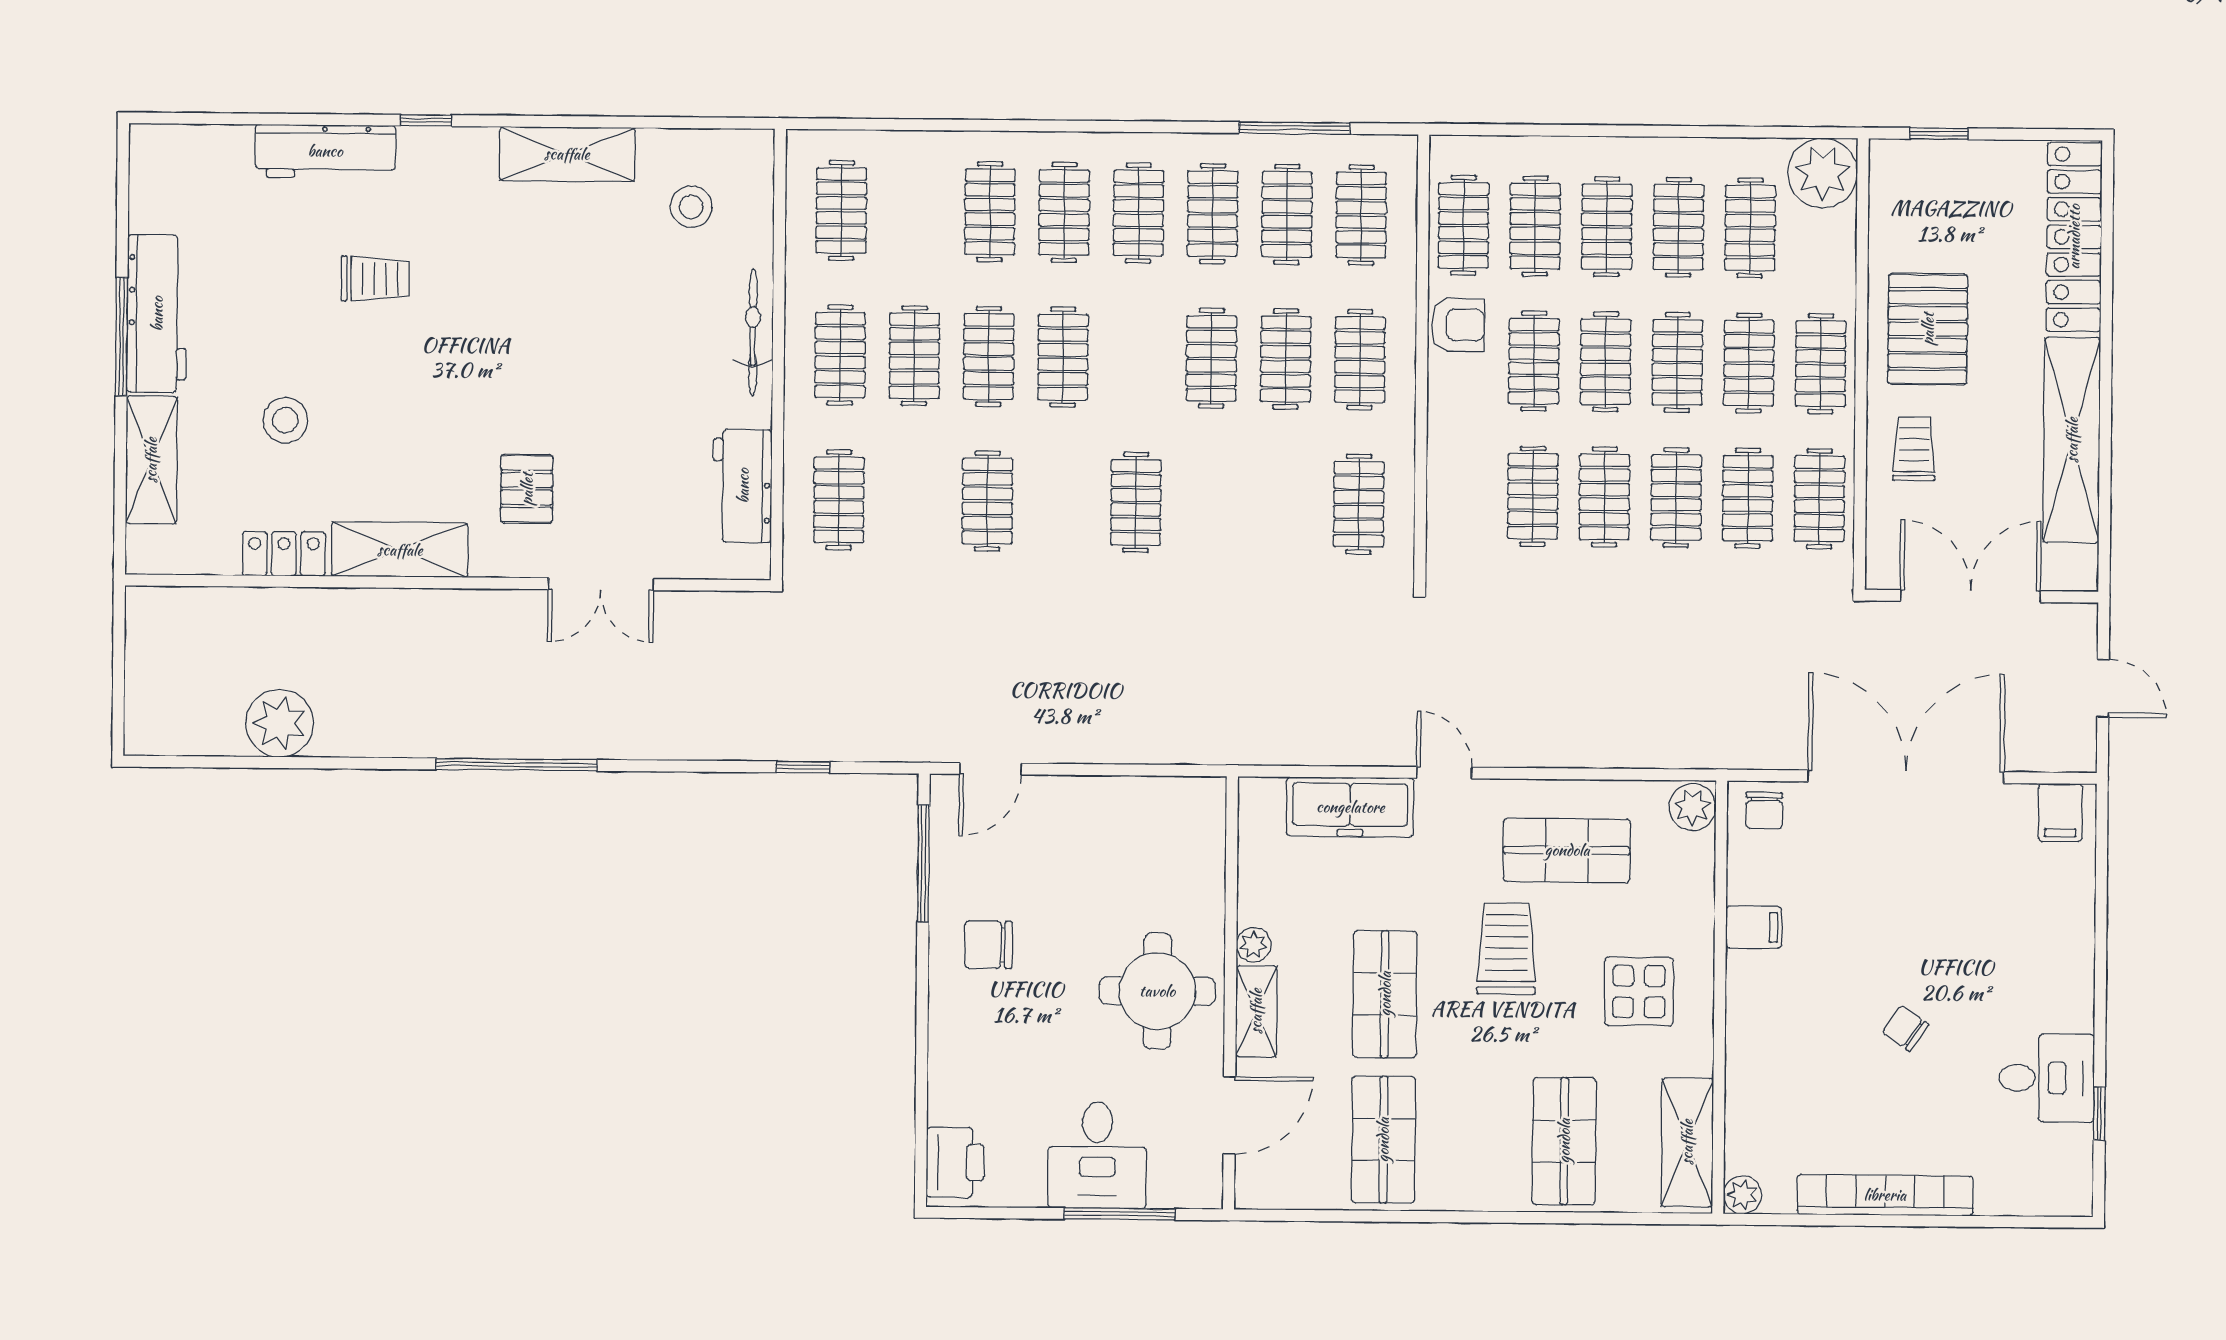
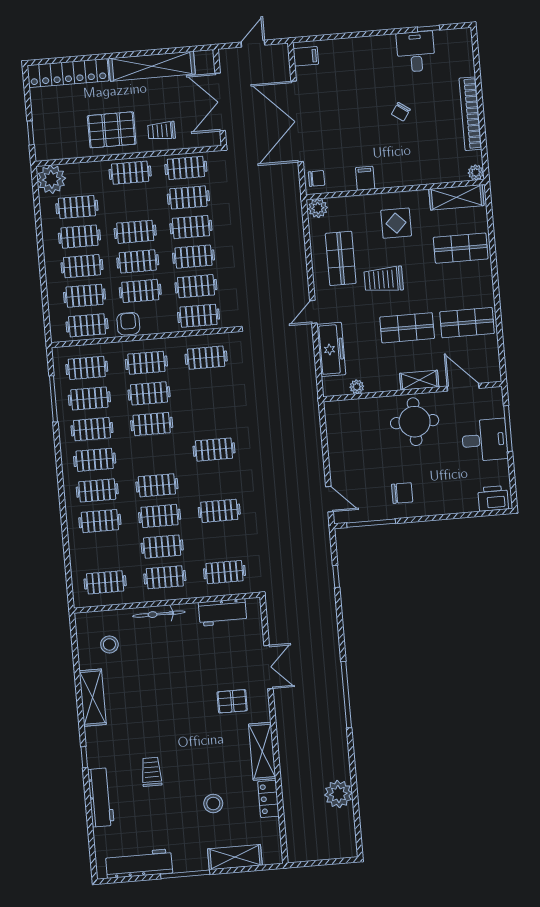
workbench: (157, 314) -> (139, 864), moved
clothes rail: (1749, 363) -> (199, 316), moved
chair: (989, 945) -> (402, 493), turned -90
plant: (1254, 945) -> (357, 387), moved

